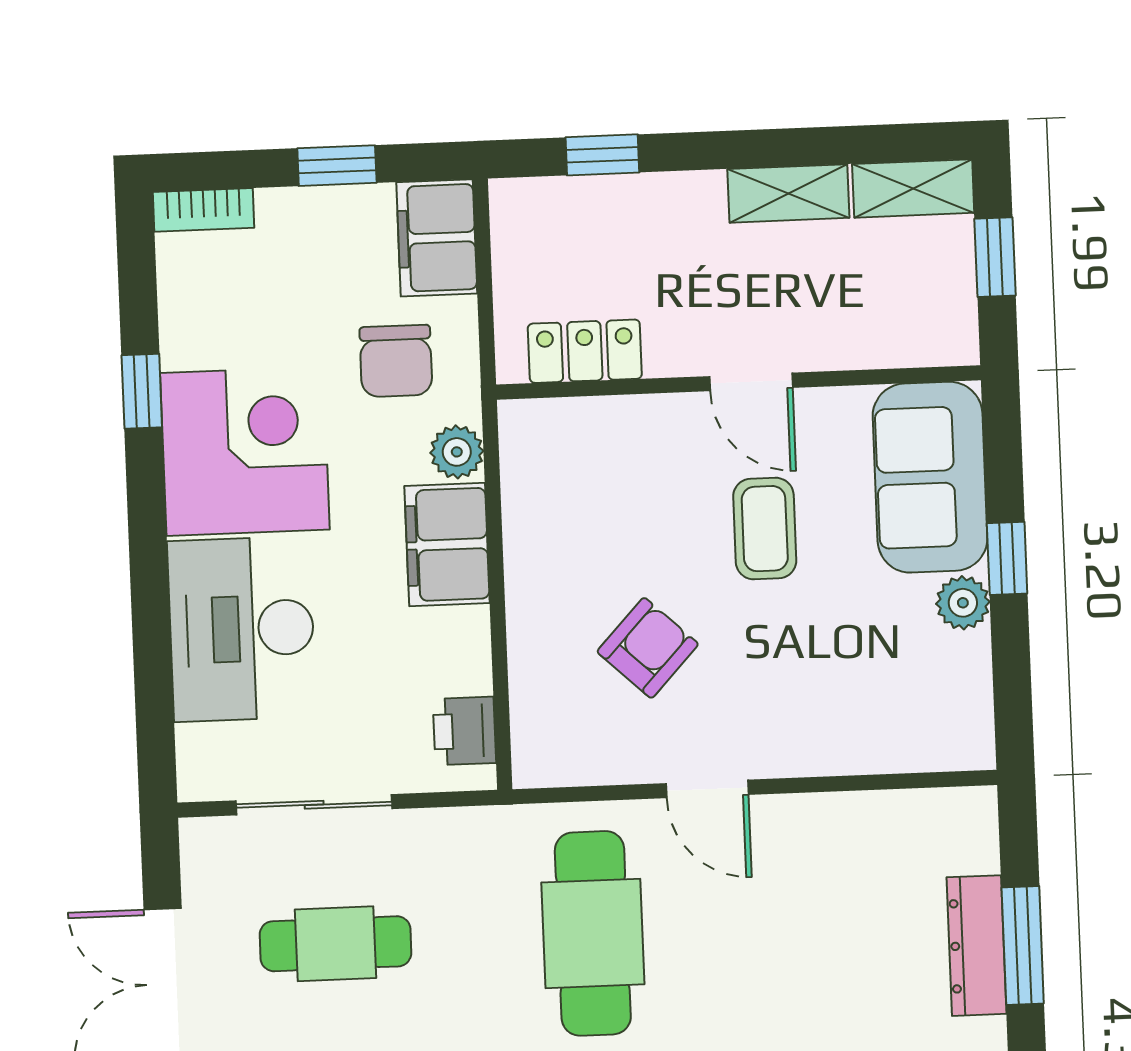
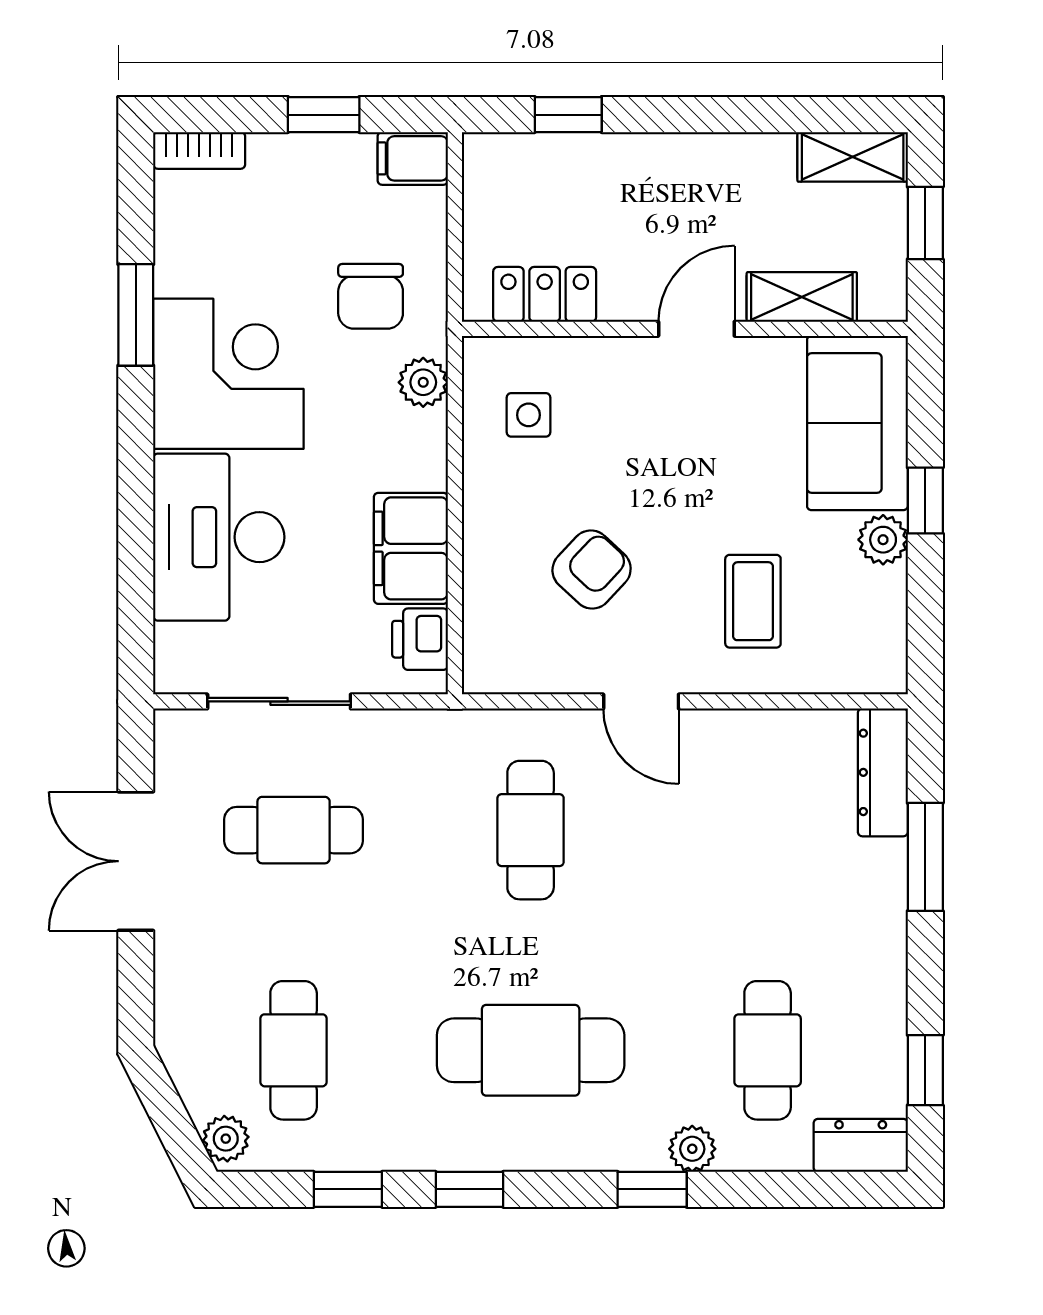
shelving: (788, 193) -> (802, 297), moved
filing cabinet: (437, 238) -> (413, 158), width x0.50
door: (751, 382) -> (696, 329), swing flipped
window: (142, 391) -> (136, 315), width x1.50
side table: (573, 483) -> (529, 415), added
coffee table: (765, 529) -> (753, 601), moved
filing cabinet: (447, 545) -> (411, 548), moved
cafe table: (593, 933) -> (531, 830), width x0.73, depth x0.74
dresser: (976, 946) -> (883, 772), moved

